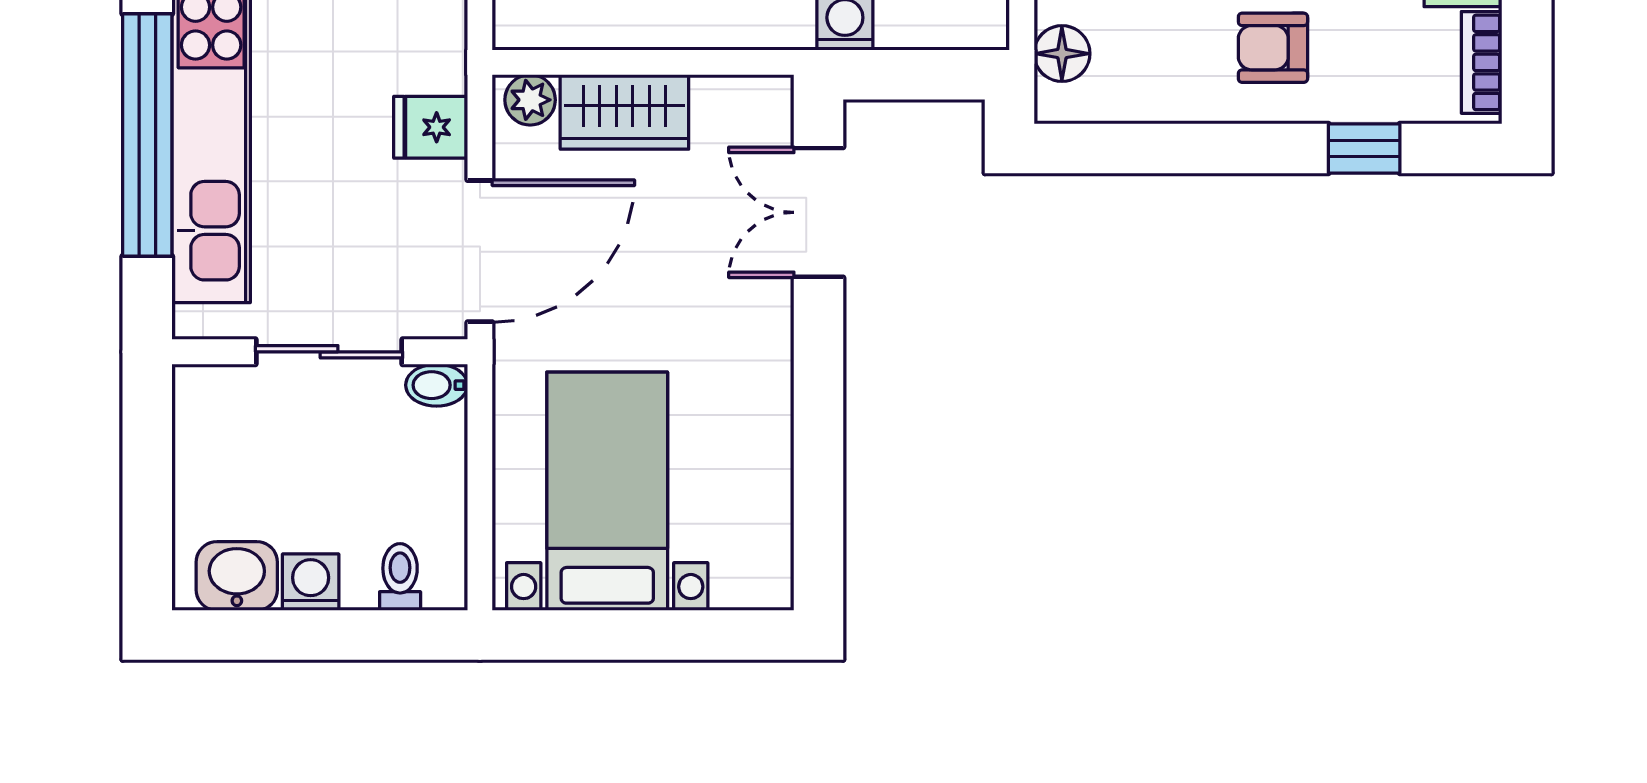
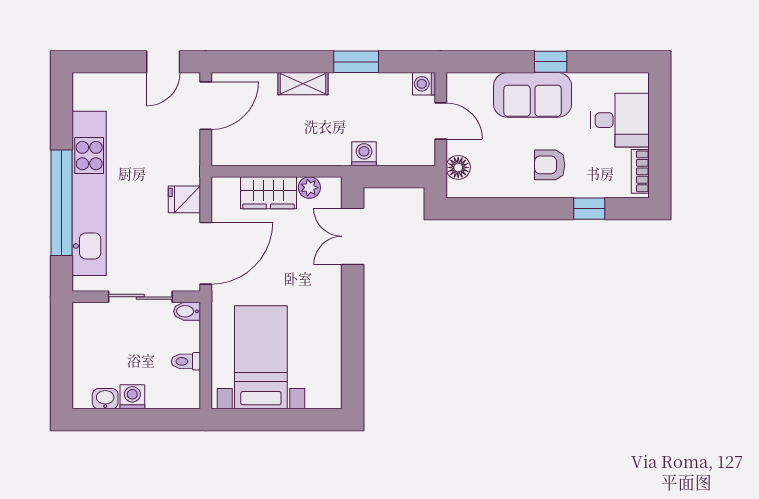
plant: (530, 100) -> (309, 188), moved
washbasin: (237, 576) -> (105, 399), width x0.72, depth x0.69
toilet: (400, 577) -> (186, 361), moved, turned -90

